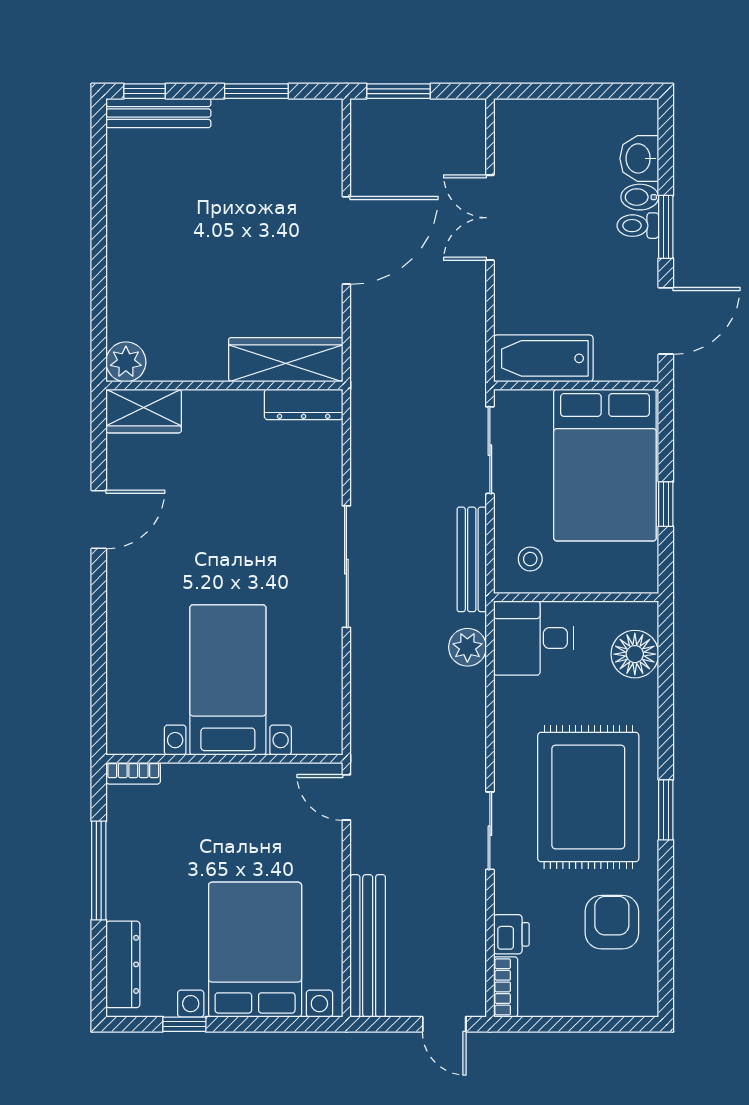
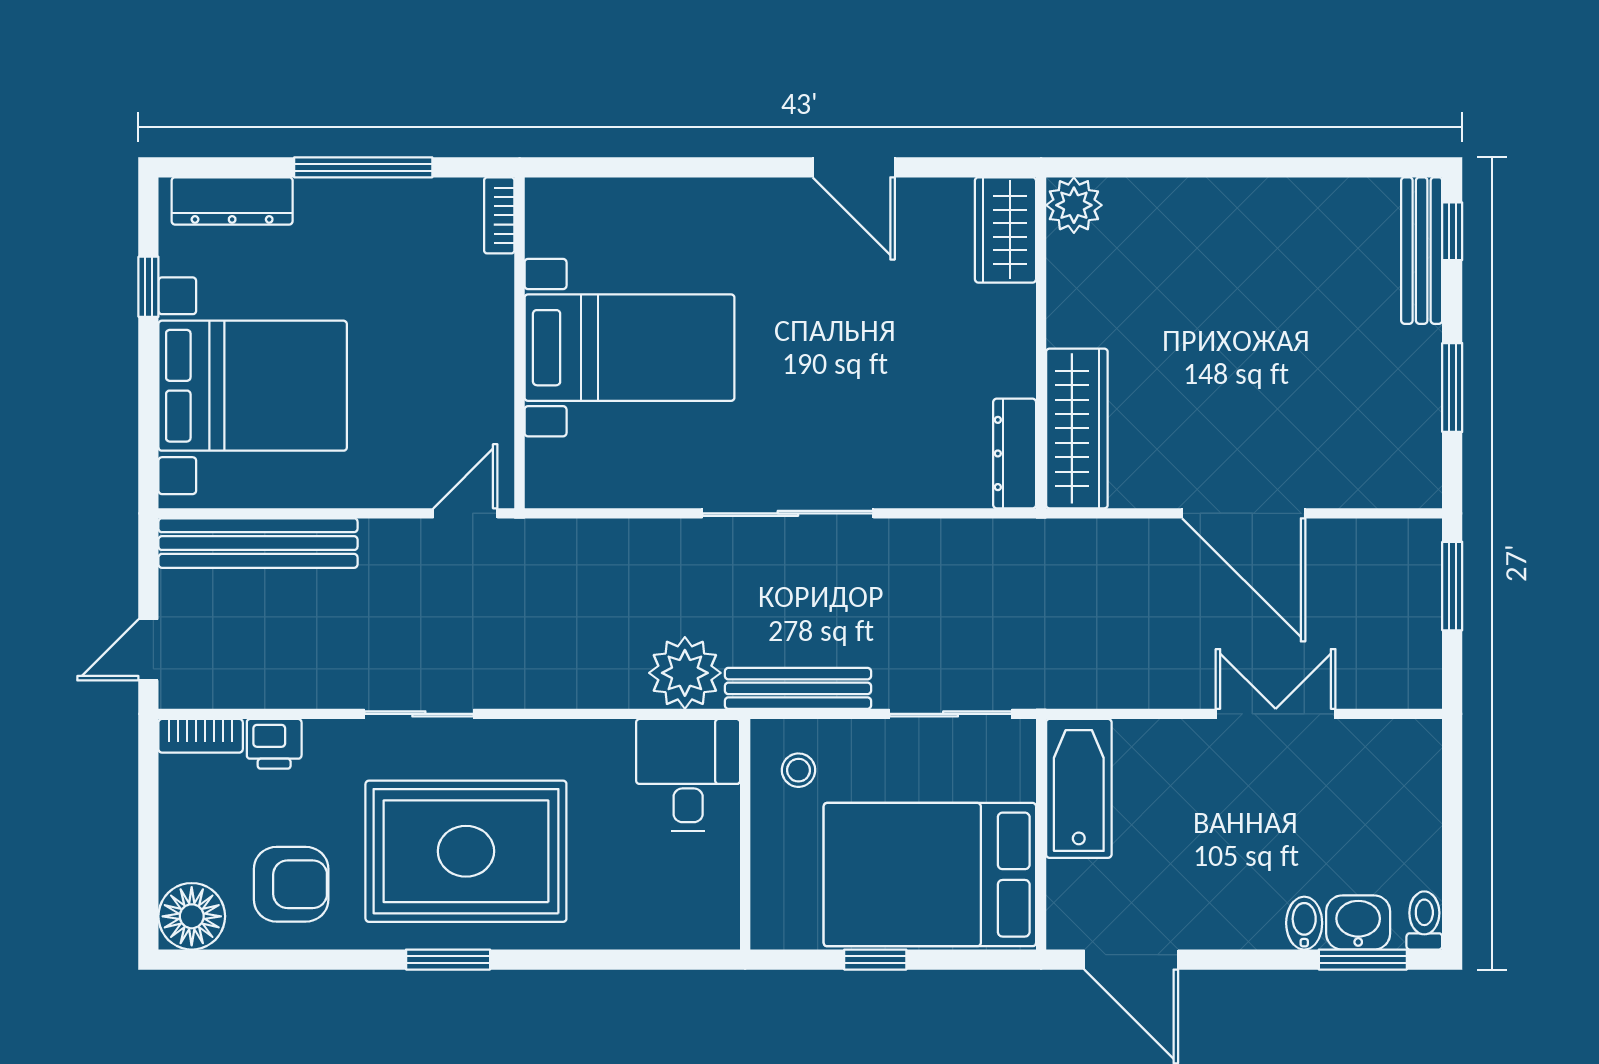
toilet: (638, 226) -> (1424, 920), moved
window: (666, 227) -> (1363, 960), moved
plant: (467, 647) -> (685, 673), width x1.36, depth x1.36
floor lamp: (635, 654) -> (192, 916), moved

